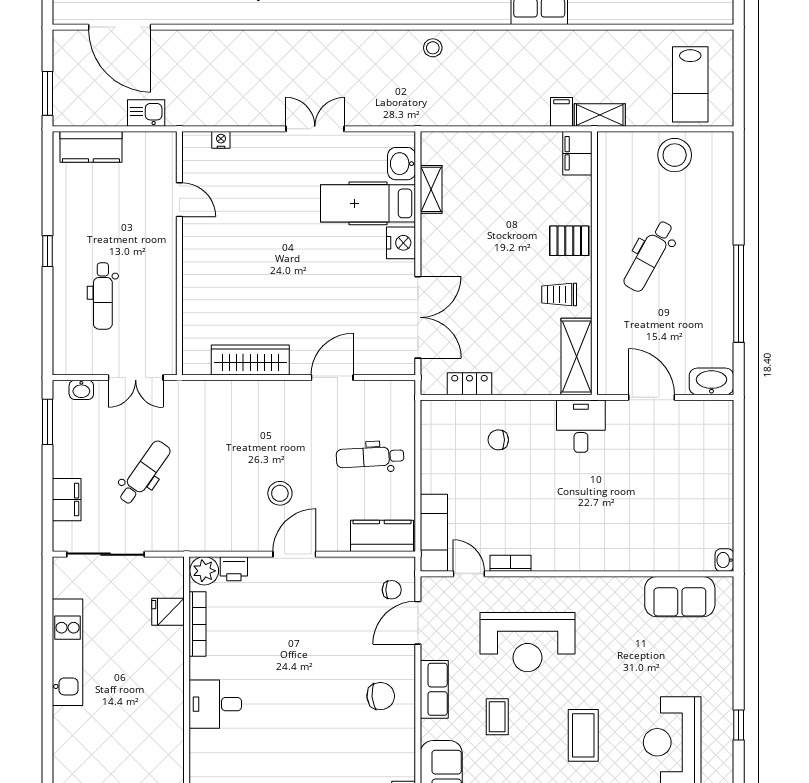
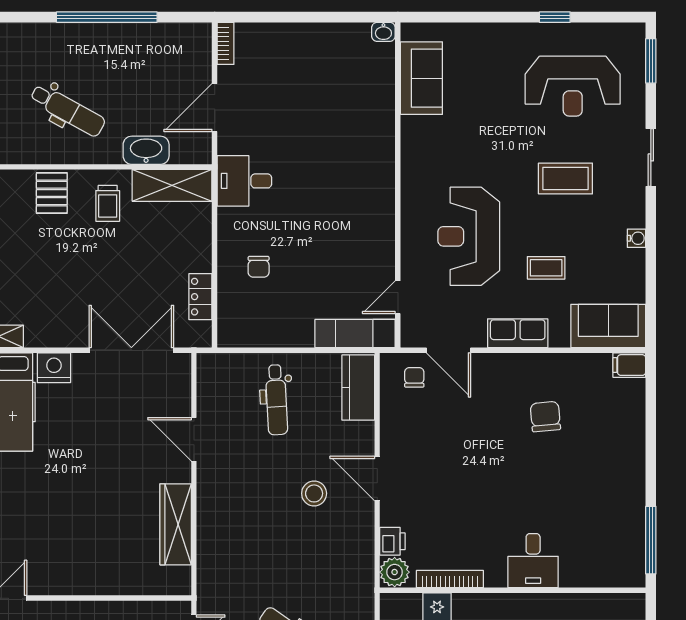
washbasin: (711, 381) -> (146, 150), moved, turned 90
bookcase: (511, 563) -> (226, 43), moved, turned 180
reception desk: (528, 642) -> (469, 236), turned 180
chair: (381, 696) -> (545, 417), moved

